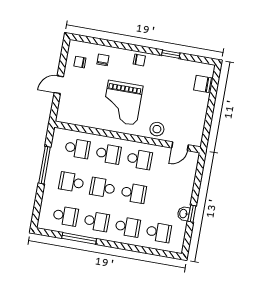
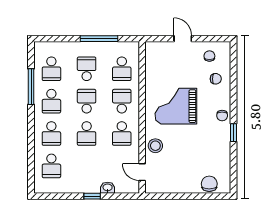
window: (171, 54) -> (234, 133), moved
school desk: (108, 154) -> (122, 101), turned 180
washbasin: (184, 214) -> (108, 188), moved
window: (192, 214) -> (92, 196), moved

